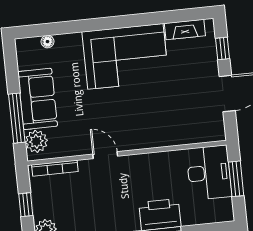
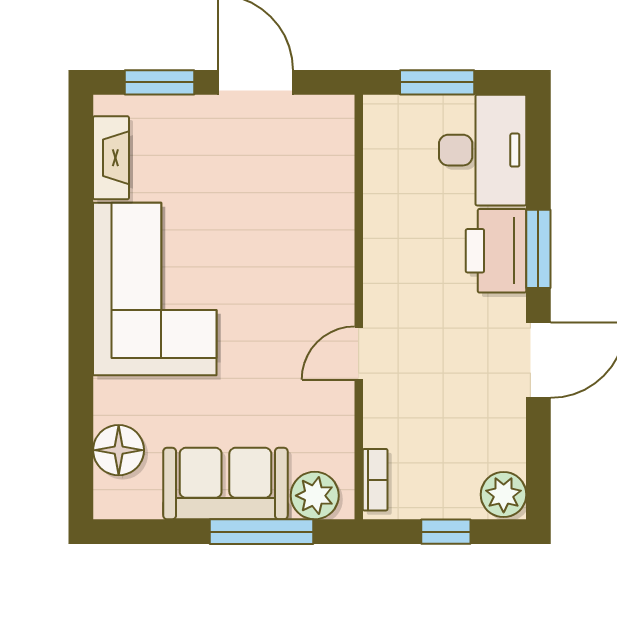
floor lamp: (48, 42) -> (119, 450), width x1.89, depth x1.89
window: (223, 49) -> (159, 82), width x1.50
bookcase: (55, 168) -> (375, 480), width x0.64
desk: (209, 173) -> (483, 150), moved, turned 90

